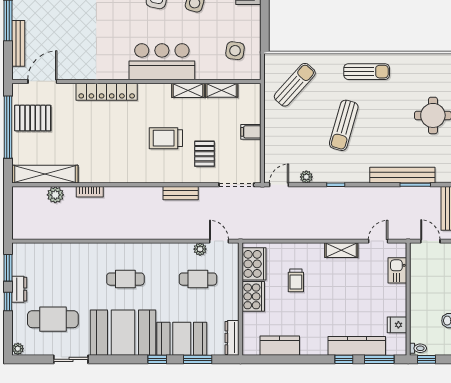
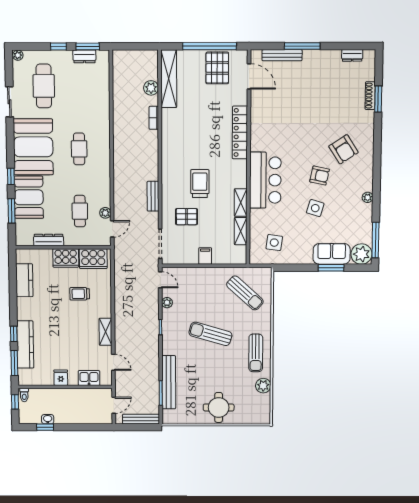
plant: (406, 62) -> (263, 386), added
dresser: (19, 289) -> (84, 56), moved
fridge: (397, 325) -> (61, 378), moved
dresser: (232, 338) -> (49, 240), moved

